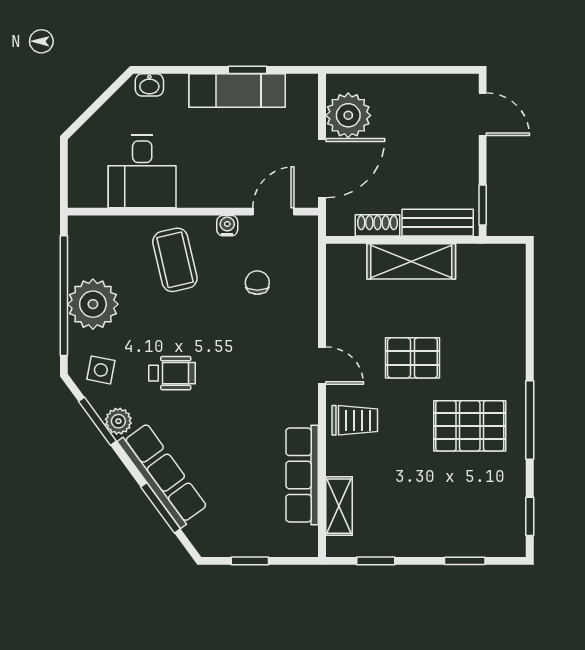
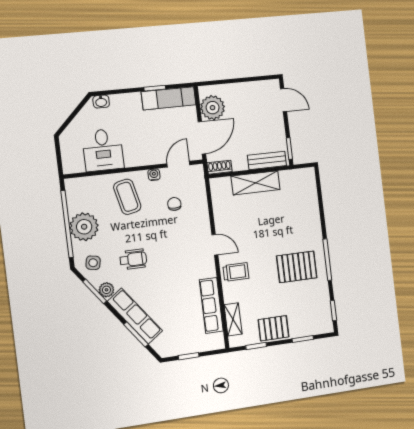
exam couch: (237, 91) -> (169, 98), moved
shoe rack: (377, 225) -> (220, 167), moved
pallet: (412, 358) -> (273, 328), moved

